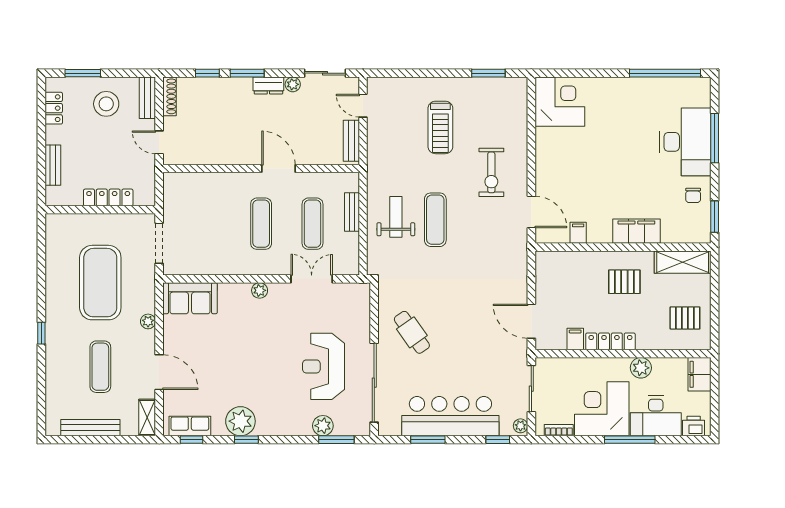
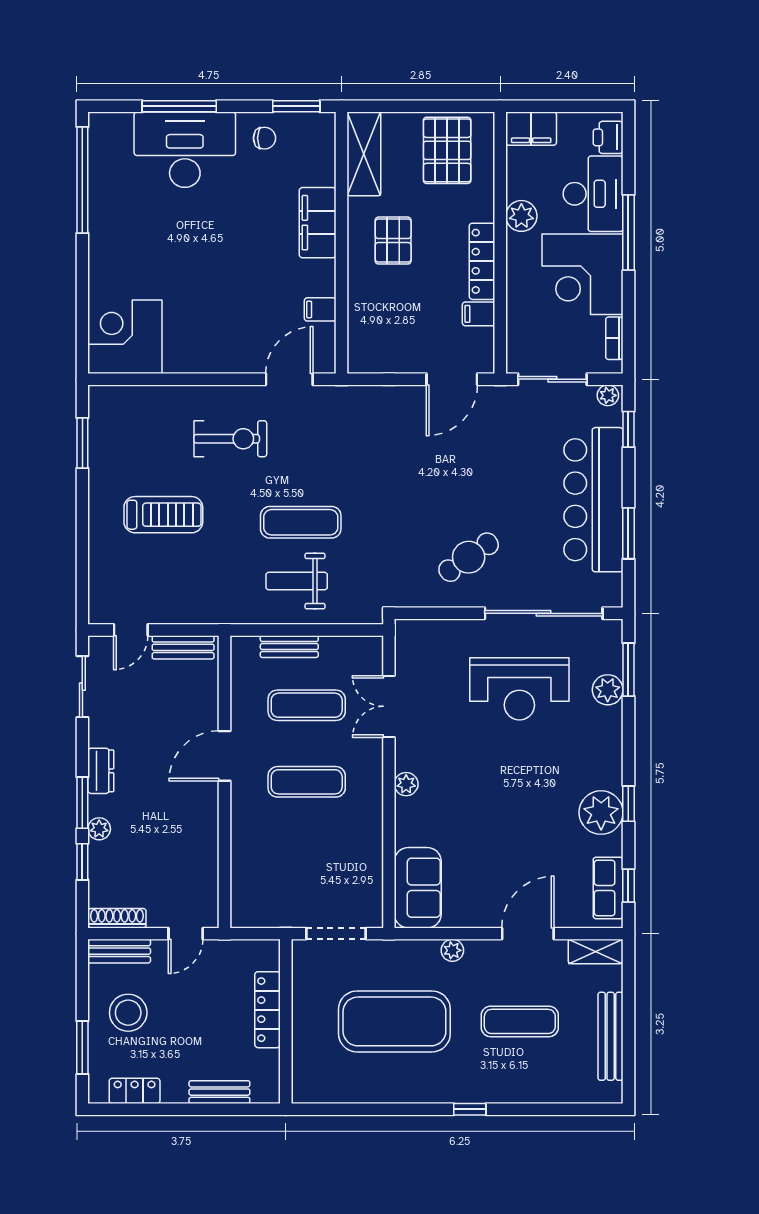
plant: (293, 84) -> (99, 829), moved
pallet: (685, 318) -> (447, 150), width x1.50, depth x1.42

